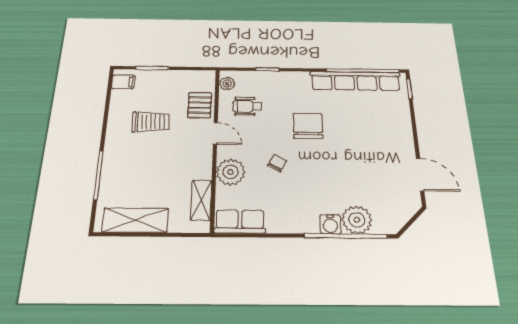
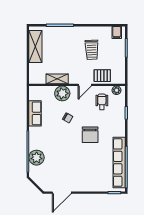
chair: (308, 126) -> (90, 135), turned 90
shelving: (201, 200) -> (57, 79), moved
row of seats: (240, 222) -> (35, 113), moved
water cooler: (330, 224) -> (34, 144), removed

